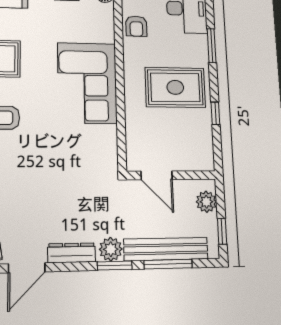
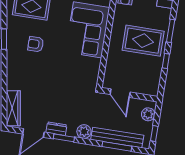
window: (212, 46) -> (171, 31), moved
dresser: (72, 253) -> (56, 129), width x0.70
window: (115, 266) -> (64, 138), moved

